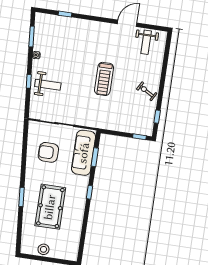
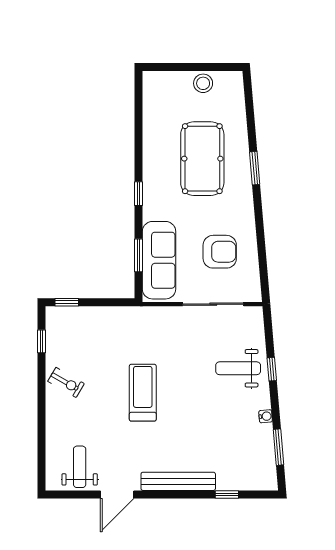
bench: (91, 26) -> (178, 481), added

